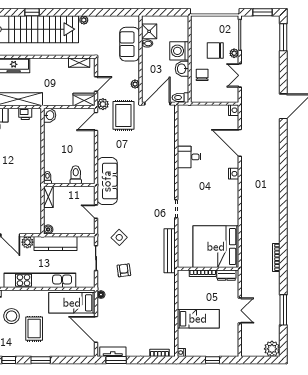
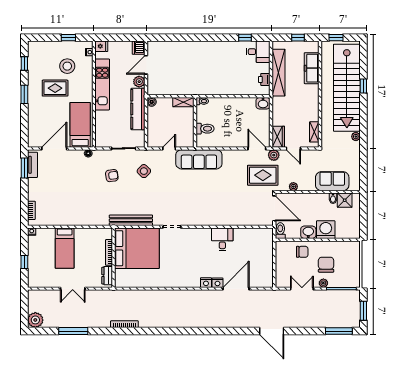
nightstand: (234, 110) -> (218, 283), moved
bed: (216, 247) -> (137, 248), moved, turned 90
kitchen unit: (40, 280) -> (102, 84), width x0.73

